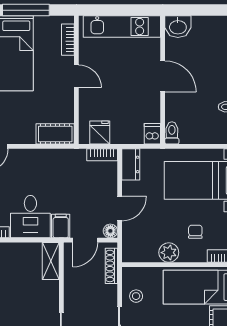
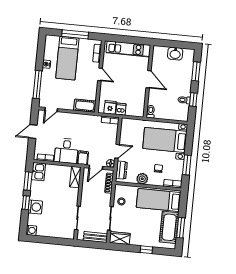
washbasin: (178, 27) -> (175, 54), moved
dishwasher: (152, 134) -> (121, 109), moved
dresser: (131, 164) -> (121, 170), moved

